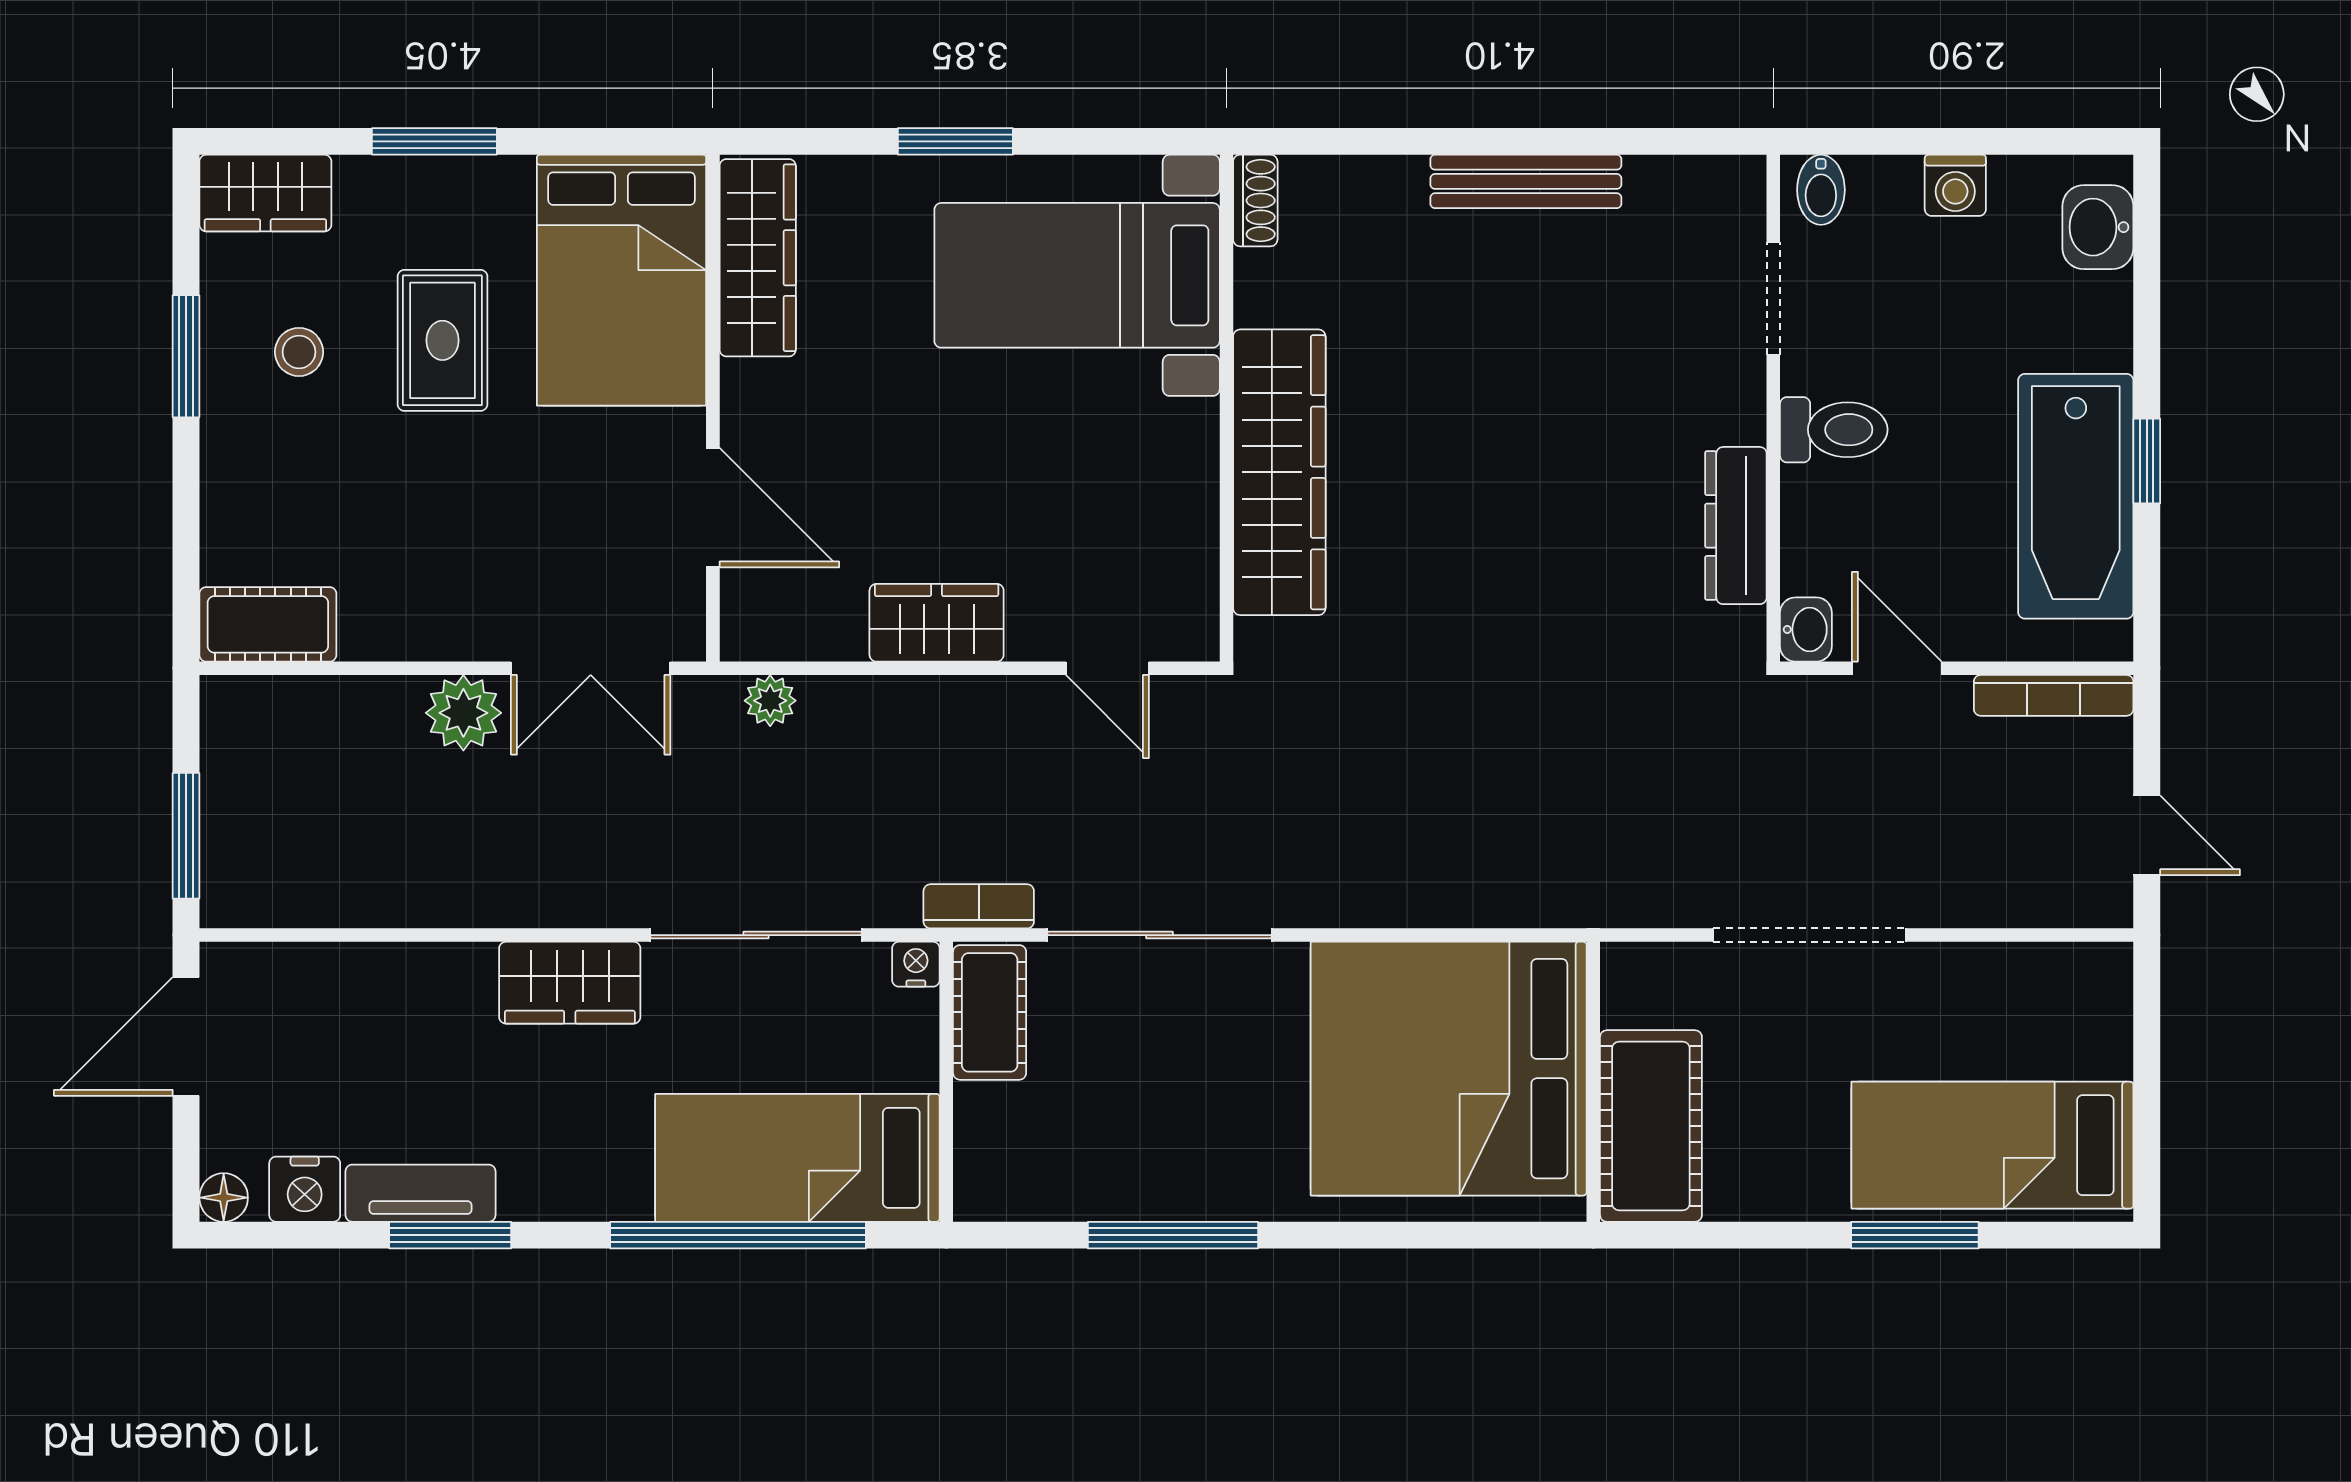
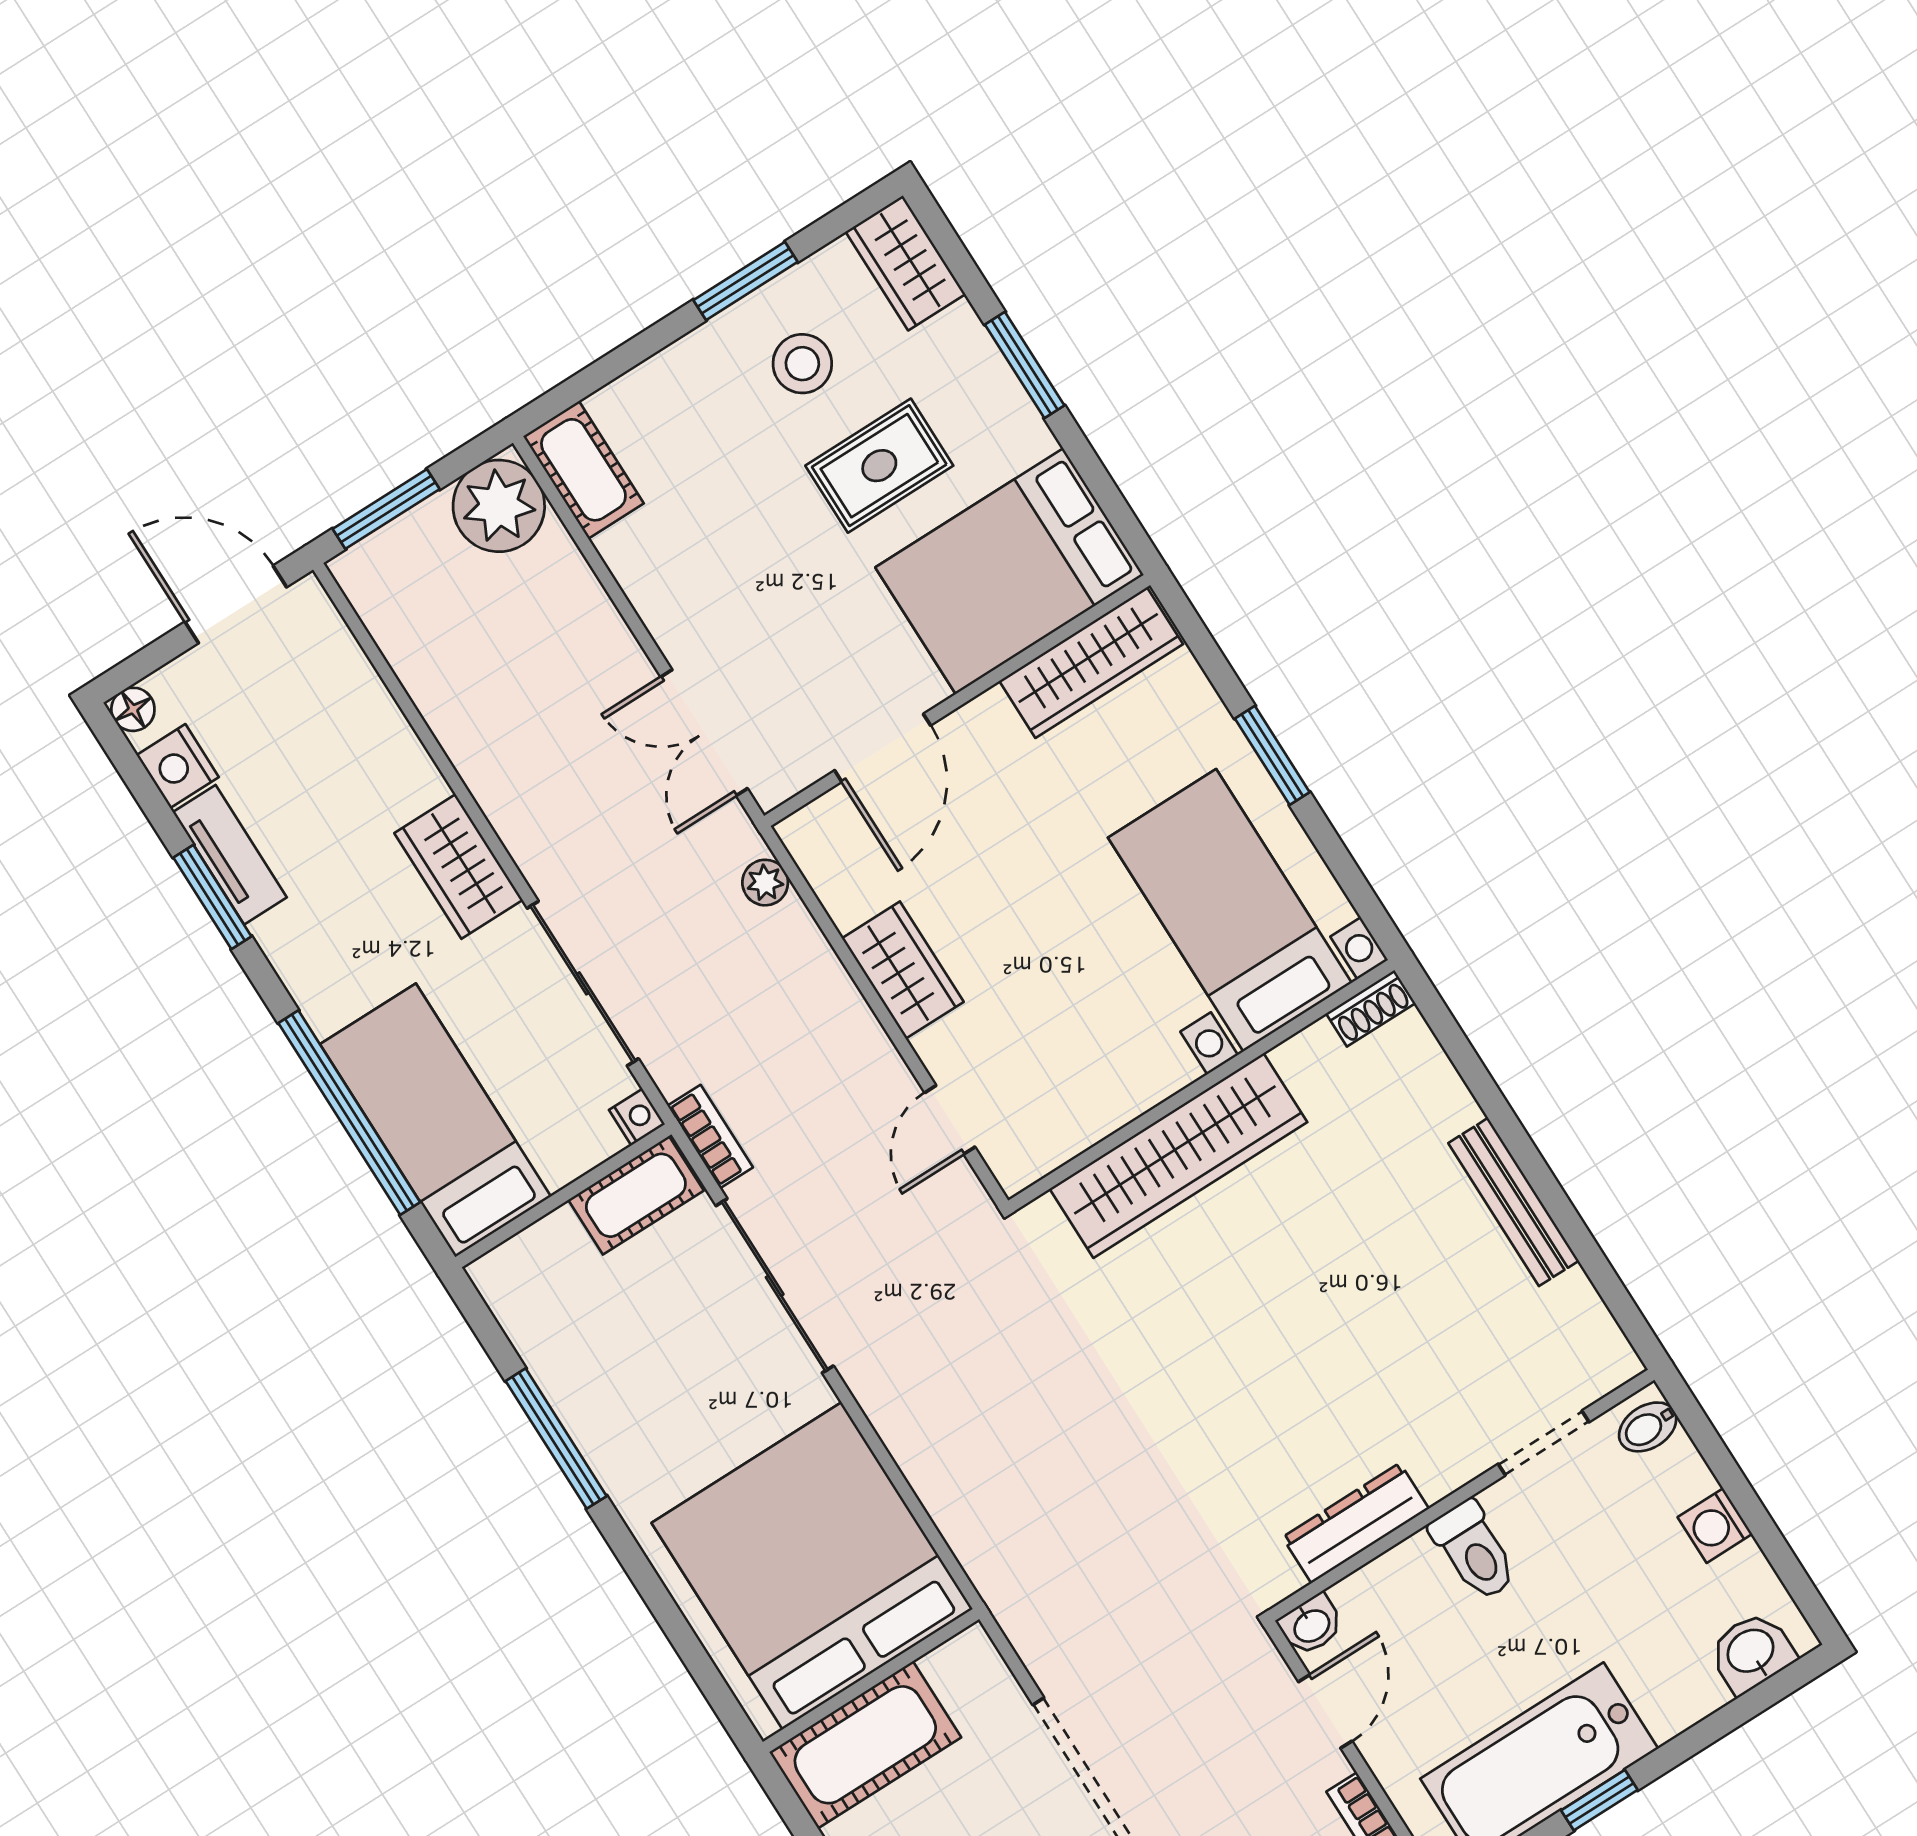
stool: (299, 352) -> (802, 364), width x1.37, depth x1.37
plant: (463, 713) -> (499, 506), moved, width x1.36, depth x1.36

